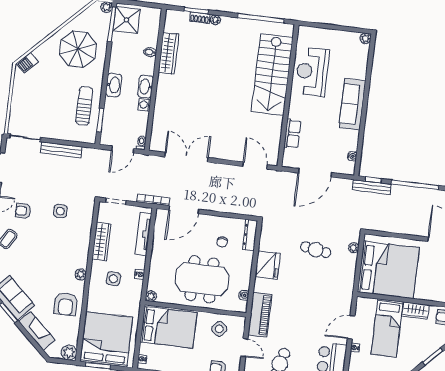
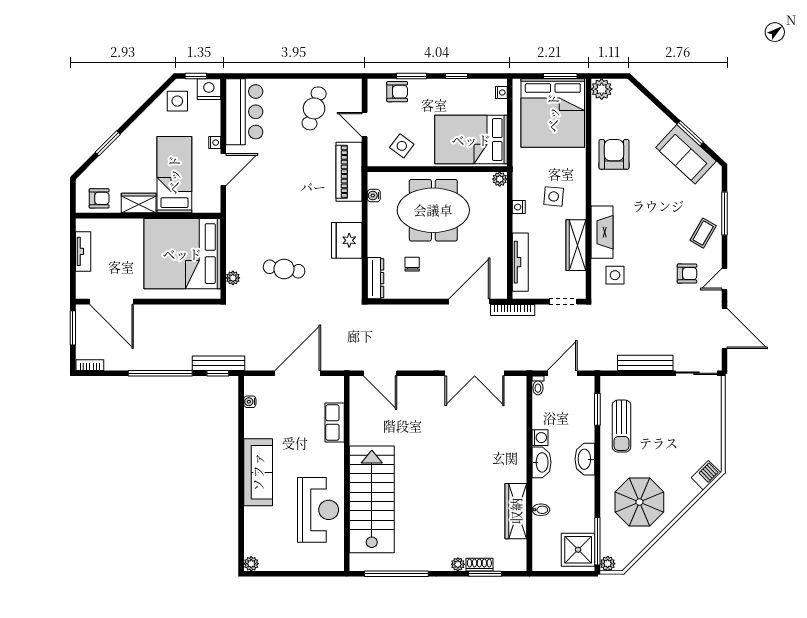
side table: (60, 211) -> (615, 275), moved
plant: (81, 274) -> (599, 197), removed
fireplace: (37, 331) -> (602, 232), moved, turned -133

